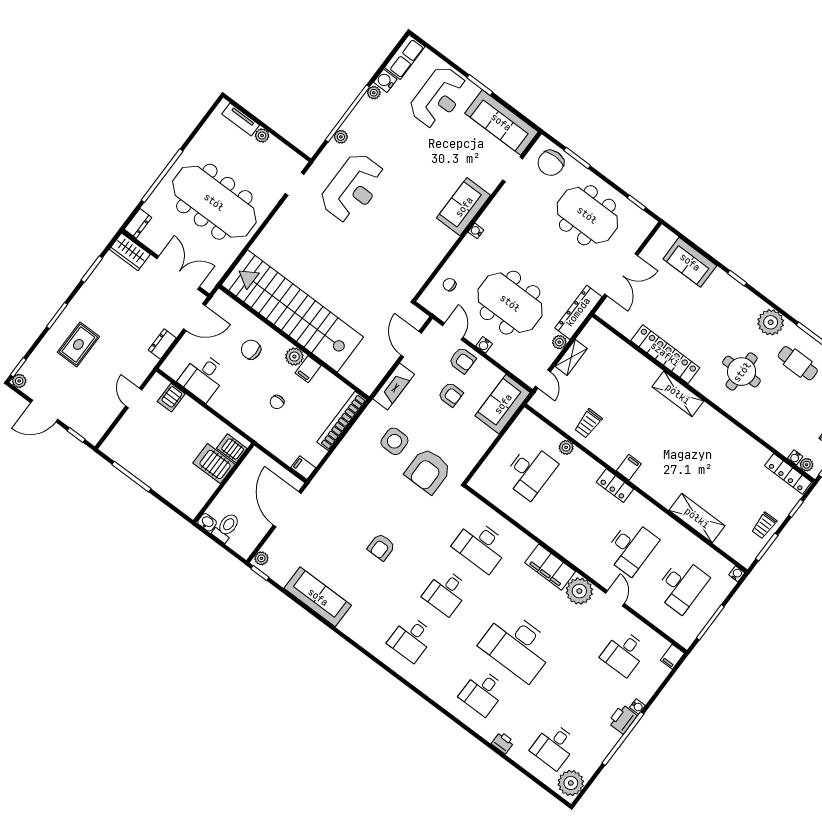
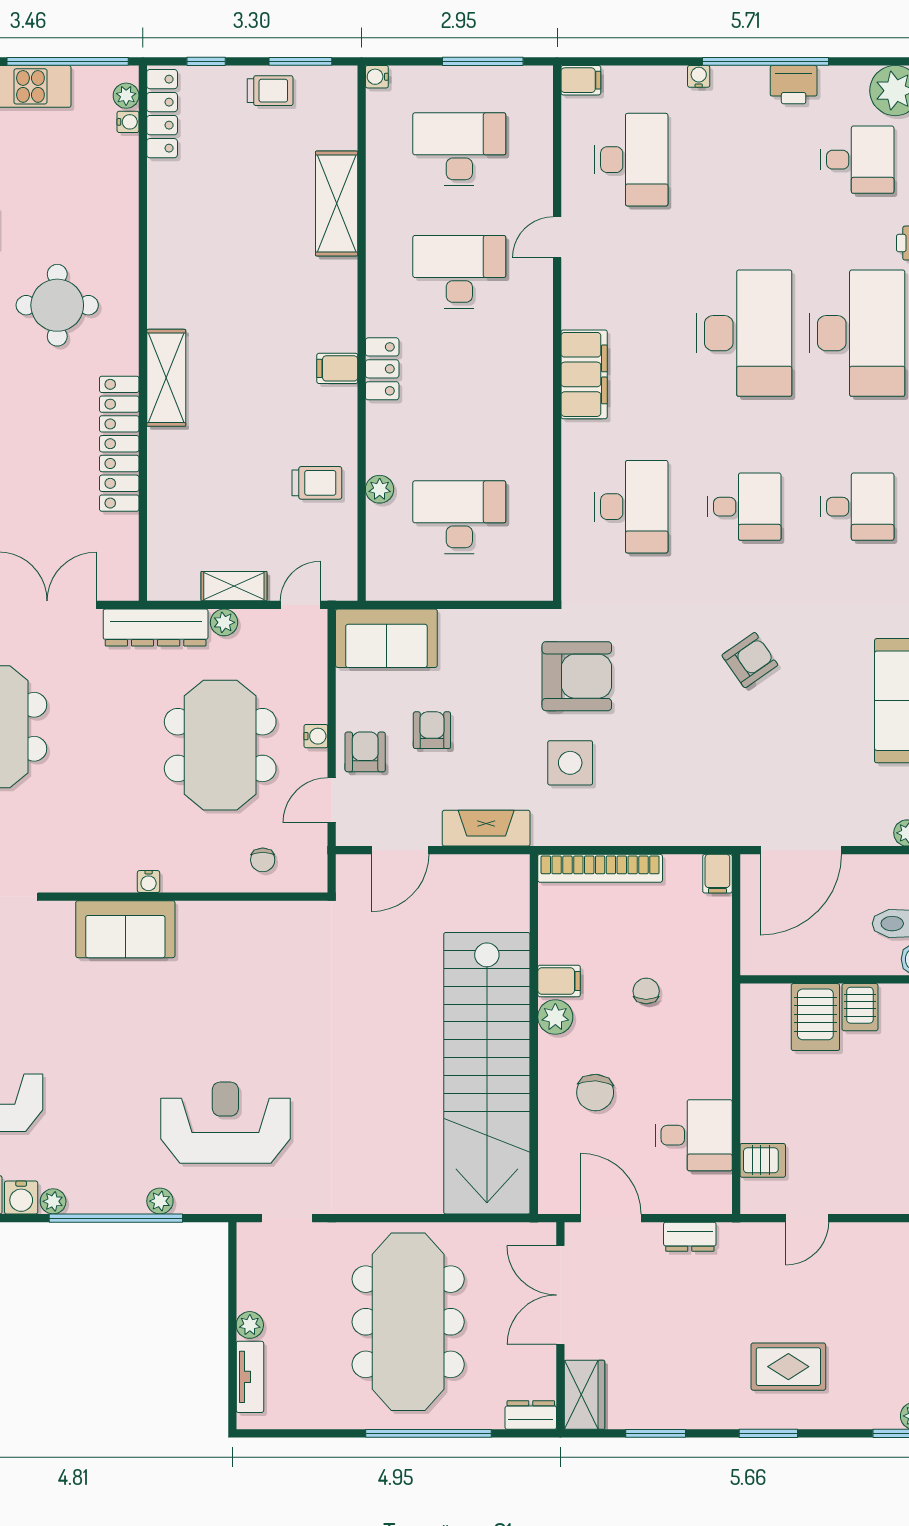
chair: (277, 402) -> (646, 991), turned -90
server rack: (232, 448) -> (860, 1007), moved
armchair: (381, 547) -> (750, 660), turned -35
plant: (579, 591) -> (587, 301), removed
desk: (624, 653) -> (631, 160), width x1.37
desk: (483, 692) -> (857, 333), width x1.87, depth x1.30
printer: (623, 719) -> (794, 85), moved

